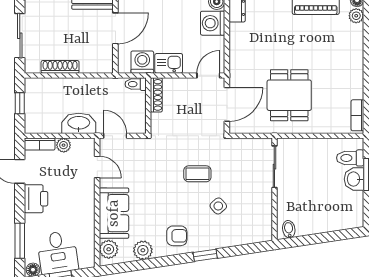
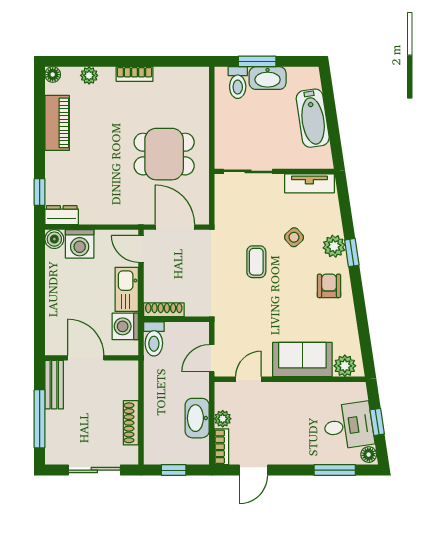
plant: (356, 16) -> (89, 75), moved
kitchen sink: (169, 63) -> (127, 289), width x1.38
toilet: (136, 84) -> (154, 339), width x1.37, depth x1.39
bookcase: (357, 115) -> (134, 74), moved
washbasin: (79, 123) -> (197, 418), moved
washbasin: (354, 179) -> (268, 78), width x1.38
printer: (36, 199) -> (285, 451), removed
tv unit: (264, 219) -> (309, 183), added
bathtub: (320, 222) -> (313, 118), added
bidet: (289, 229) -> (321, 155), removed
plant: (143, 250) -> (334, 246), moved

